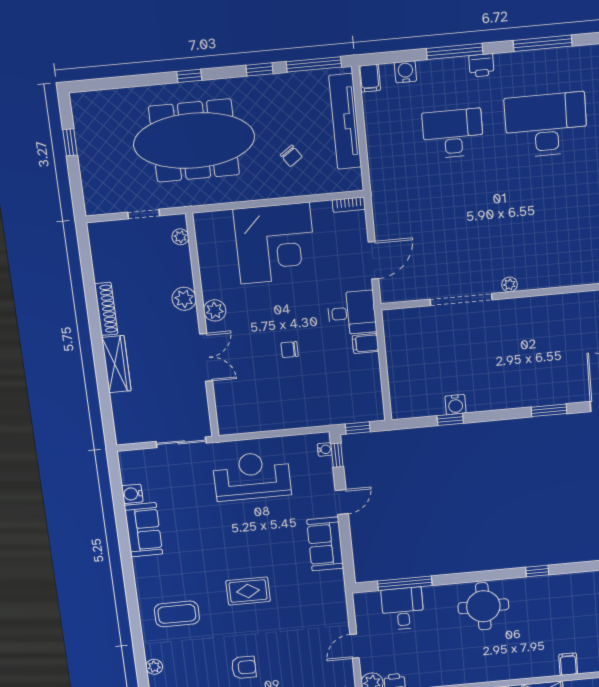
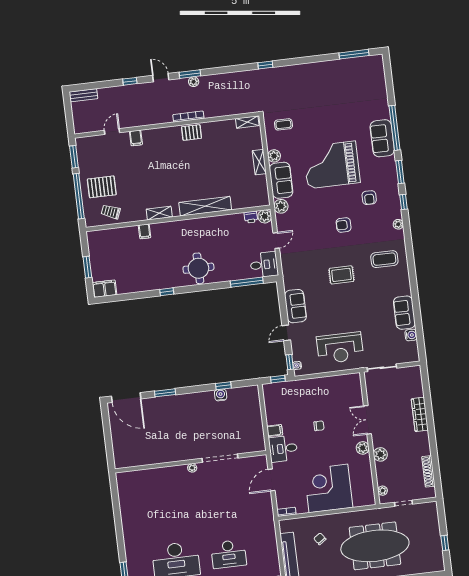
shoe rack: (106, 309) -> (428, 471), moved
desk: (403, 608) -> (264, 265), moved, turned -90

